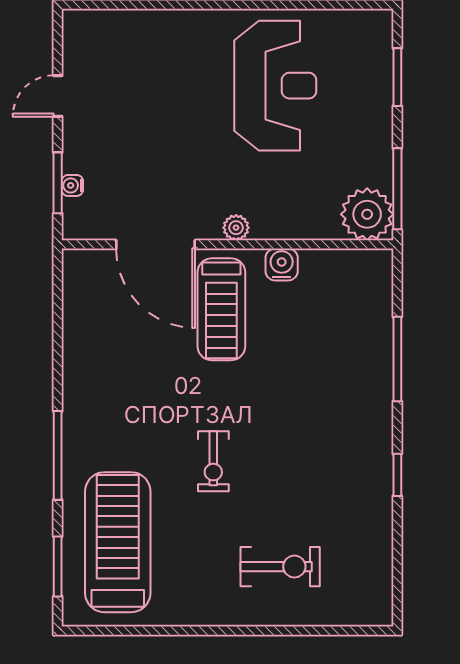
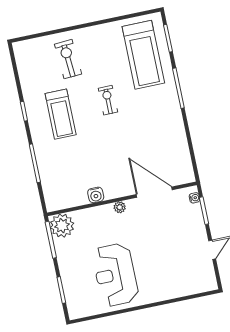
water cooler: (72, 185) -> (194, 198), moved
treadmill: (221, 309) -> (61, 114), moved, turned 180
exercise bike: (280, 567) -> (68, 59), turned 86

